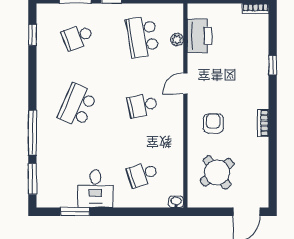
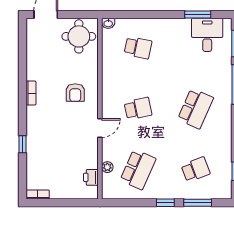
printer: (200, 36) -> (91, 177), width x0.53, depth x0.68
school desk: (142, 37) -> (138, 169), turned 33
round table: (217, 172) -> (79, 36), moved, turned 37
school desk: (142, 174) -> (138, 48), turned 30
desk: (95, 189) -> (207, 35), moved

